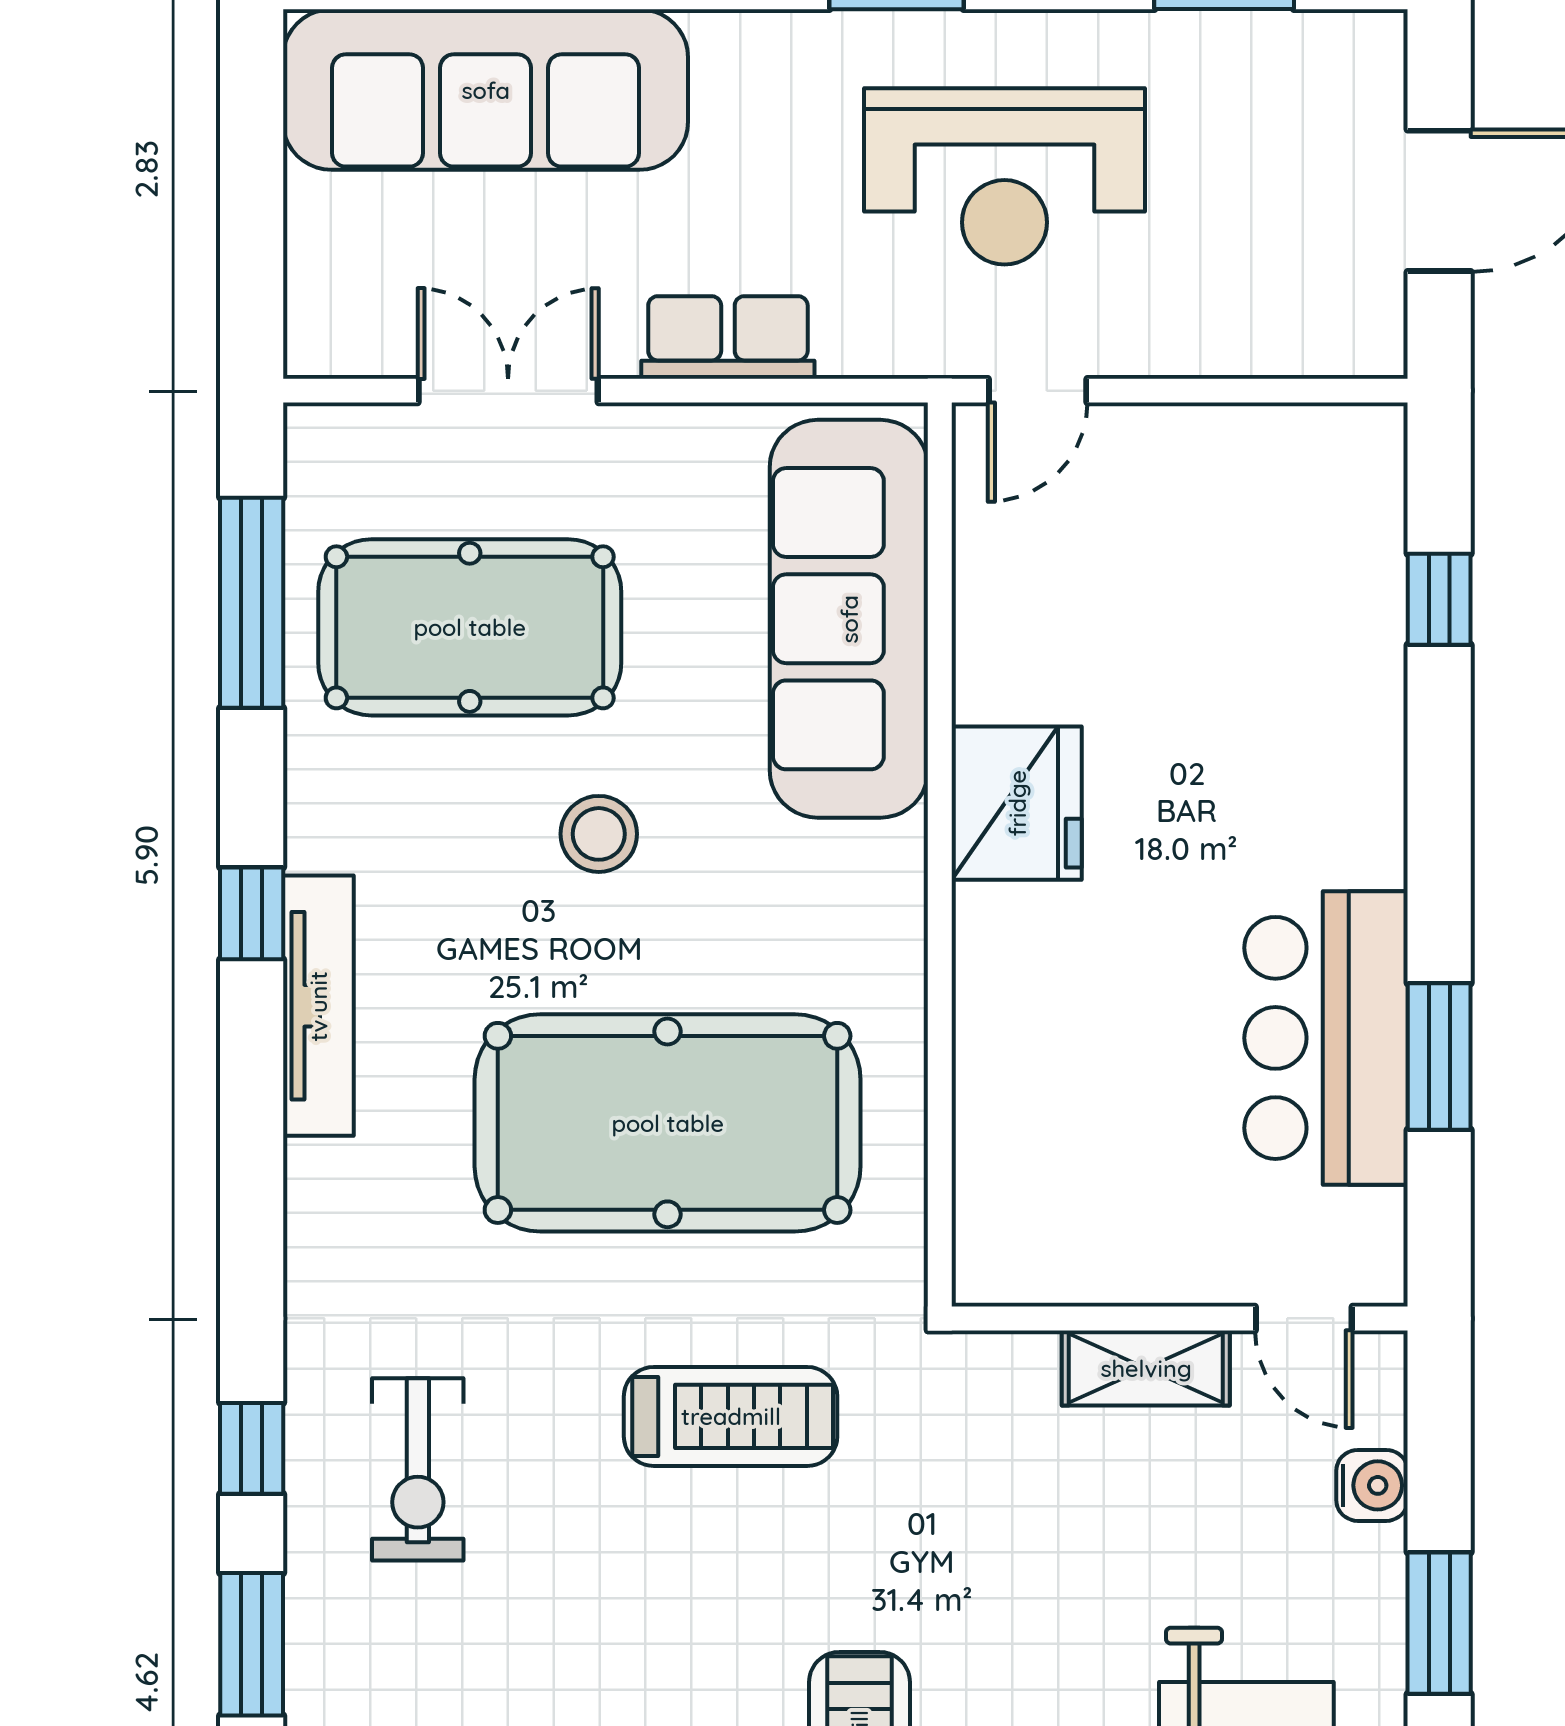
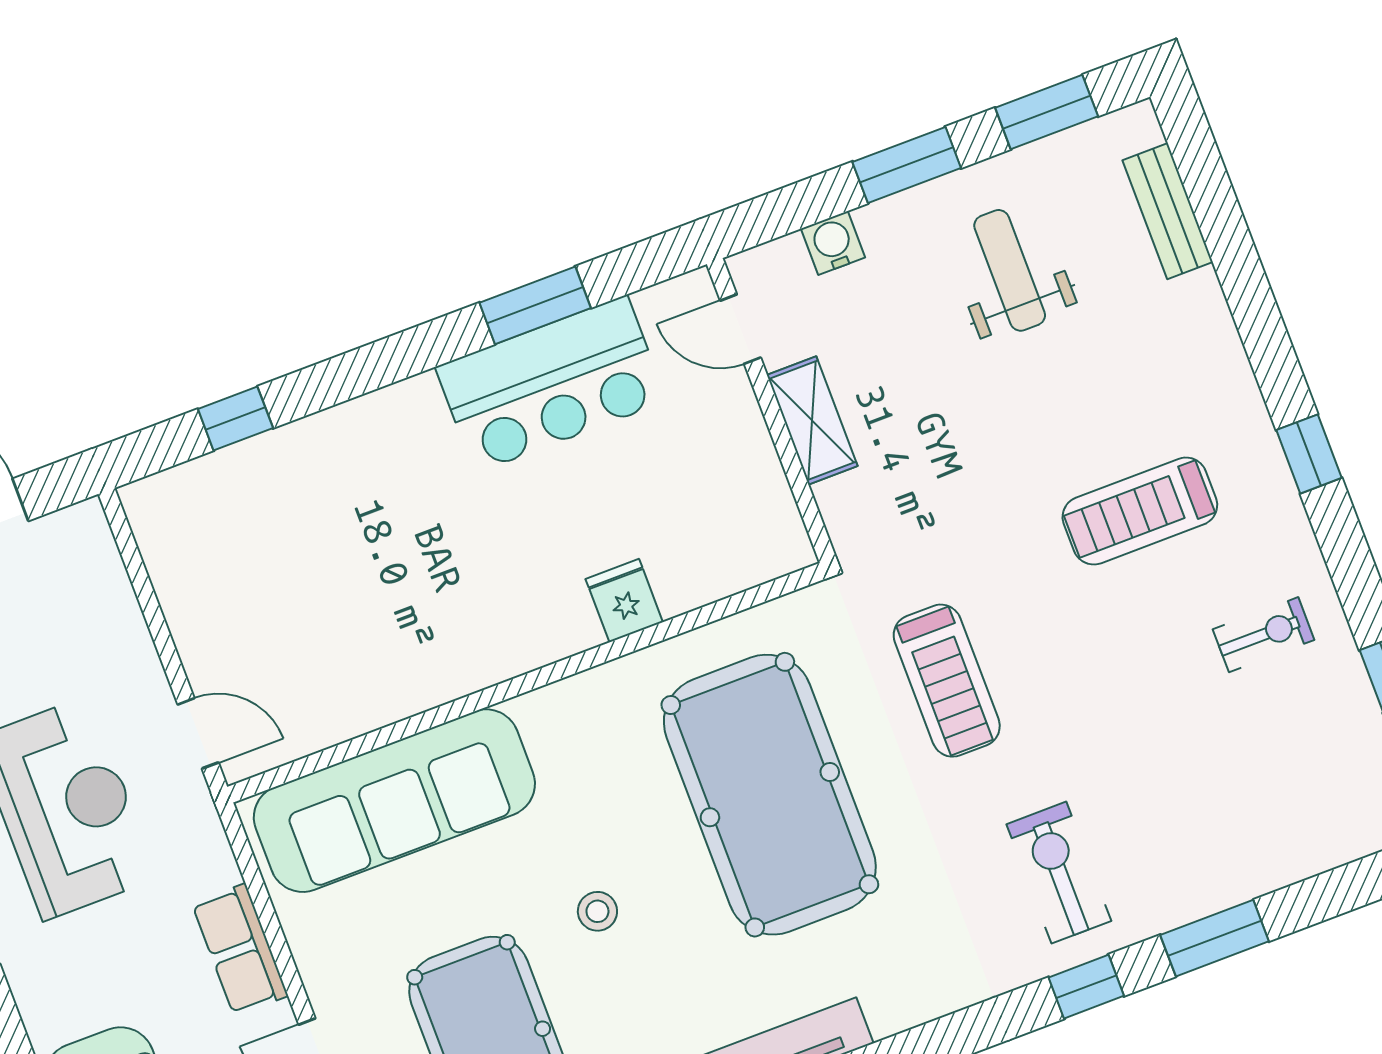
fridge: (1017, 803) -> (624, 601), moved, width x0.53, depth x0.75
stool: (599, 834) -> (597, 911), width x0.73, depth x0.73
door: (1304, 1318) -> (740, 329), swing flipped
treadmill: (731, 1416) -> (947, 681), turned 180
exercise bike: (418, 1469) -> (1059, 873), turned -90

